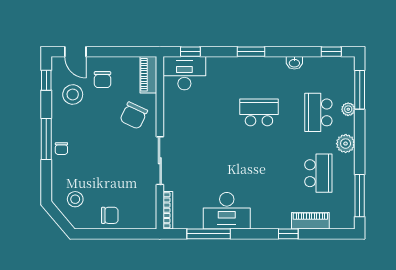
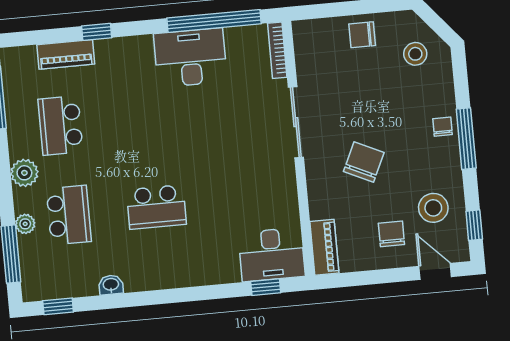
window: (251, 52) -> (176, 295), removed
chair: (134, 115) -> (364, 162), moved
window: (209, 234) -> (214, 21), width x1.46

